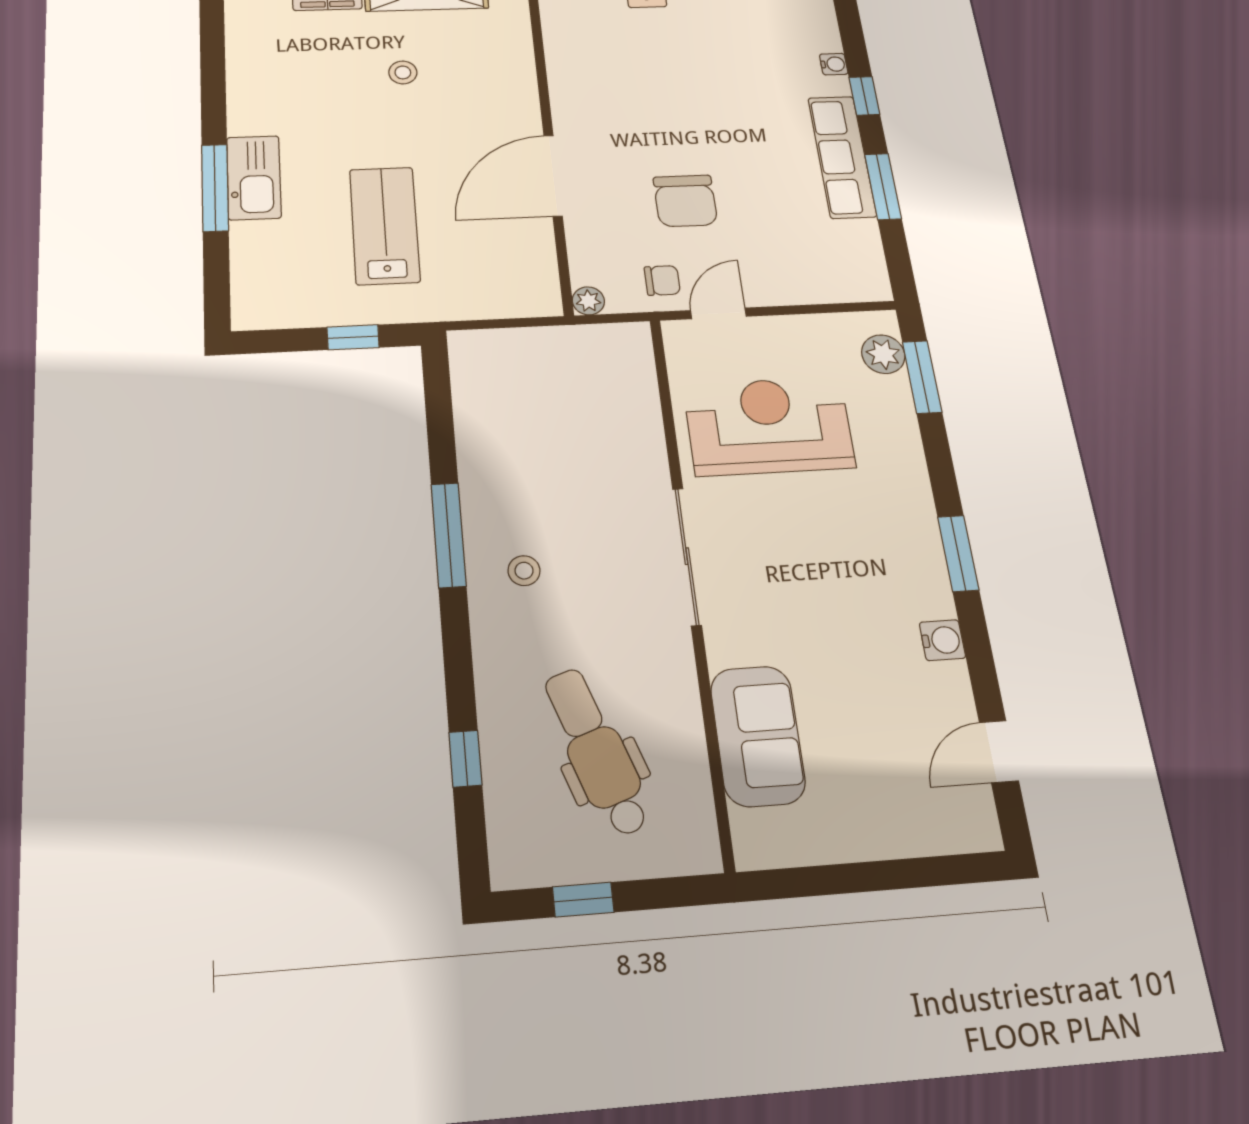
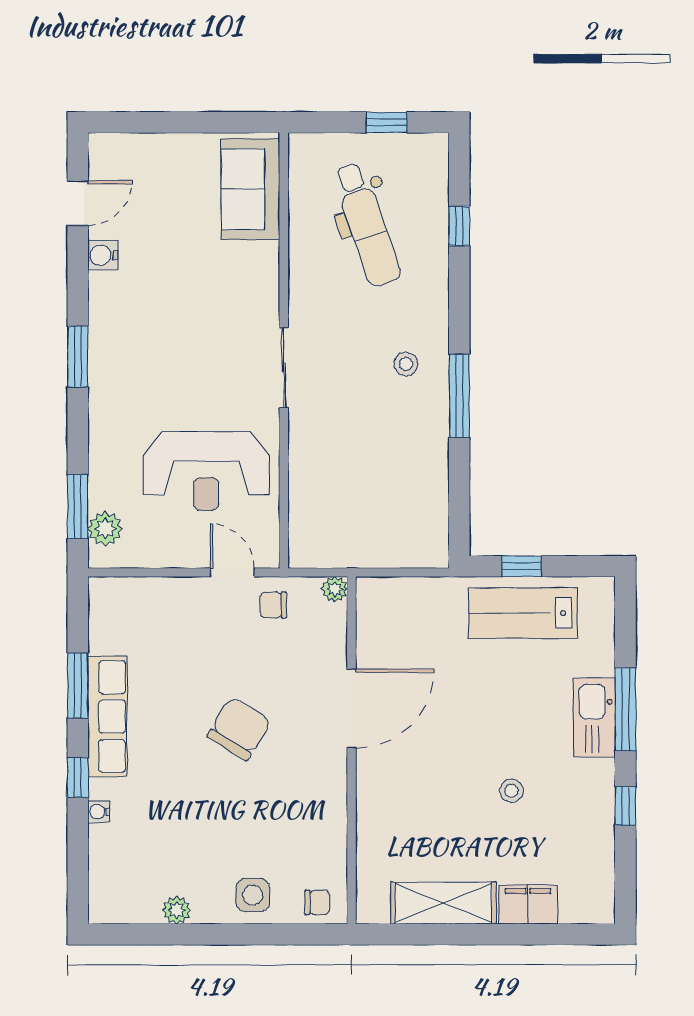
stool: (403, 72) -> (511, 791), moved
window: (213, 89) -> (625, 806), added
chair: (685, 201) -> (239, 729), moved, turned 32
lab bench: (385, 225) -> (523, 613), moved, turned 90
door: (718, 313) -> (232, 572), swing flipped
sliding door: (687, 556) -> (284, 368), width x0.73
water cooler: (942, 640) -> (103, 255), moved
sofa: (758, 736) -> (250, 189), moved

